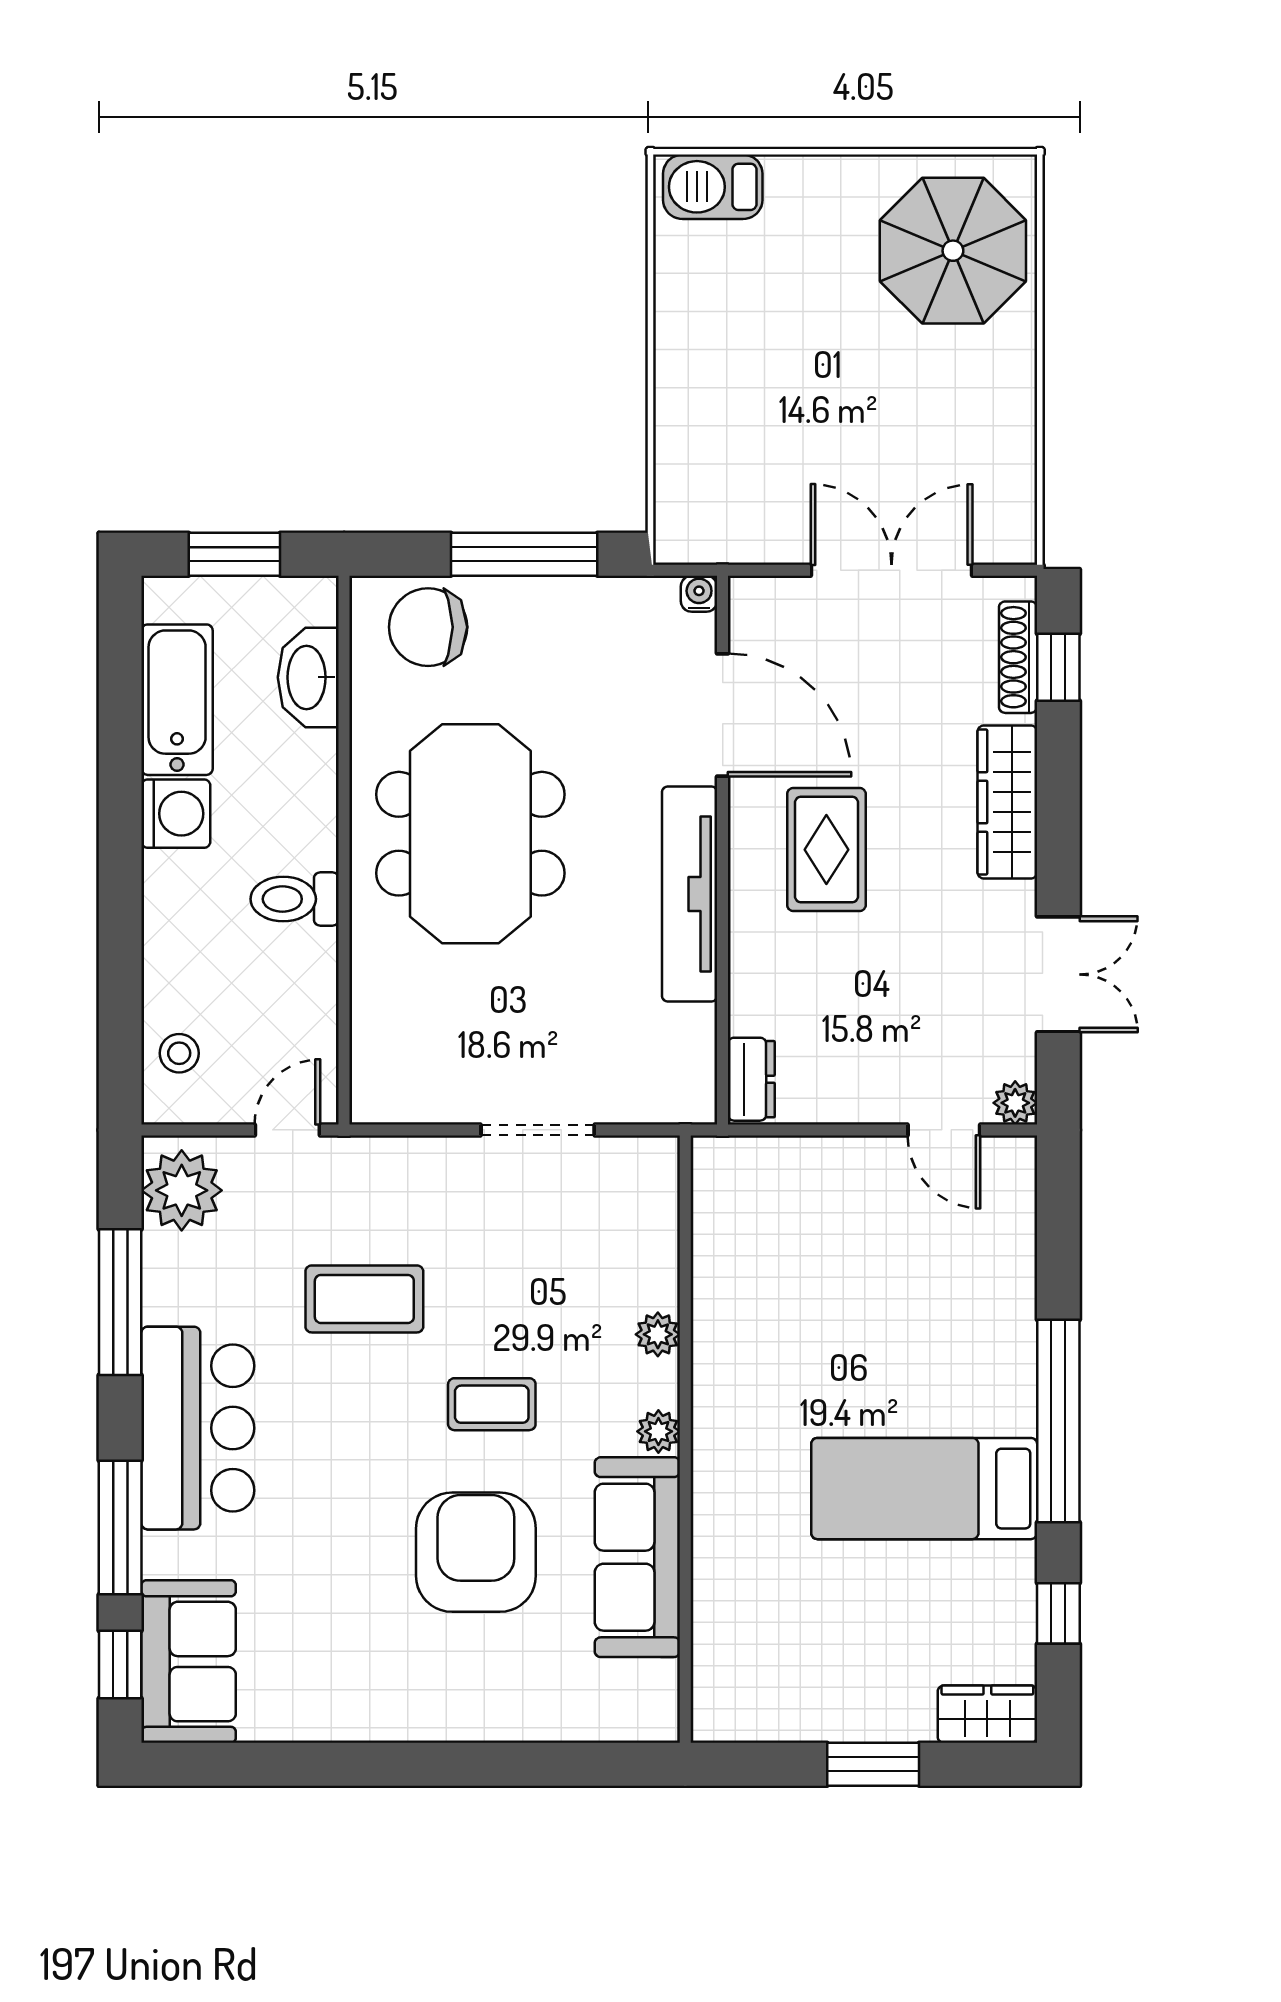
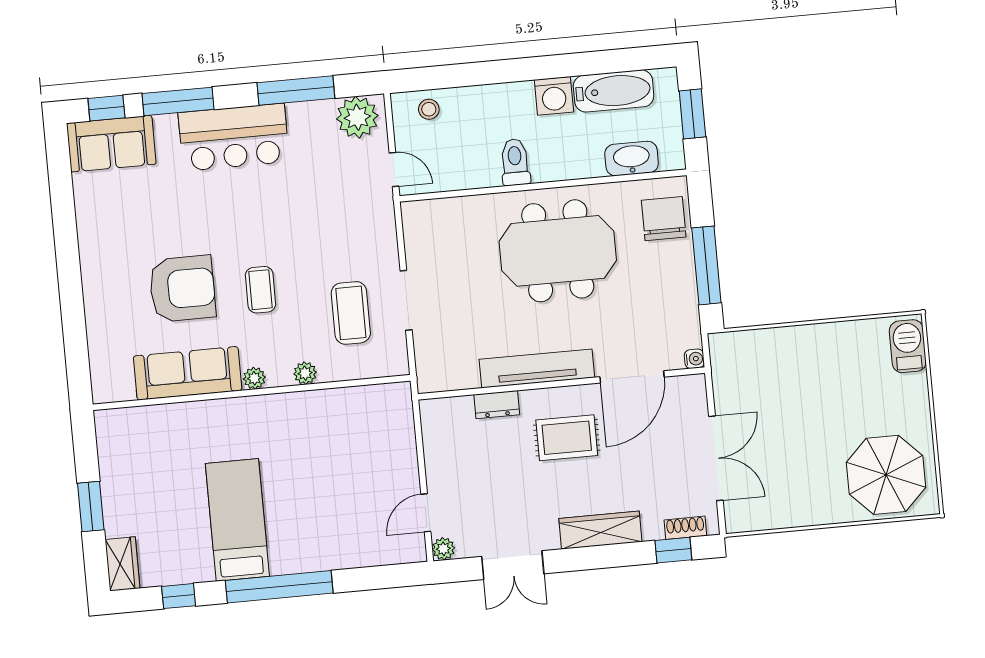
shoe rack: (1018, 657) -> (685, 528), width x0.70
dresser: (751, 1079) -> (497, 405), moved
coffee table: (364, 1299) -> (351, 313), moved

